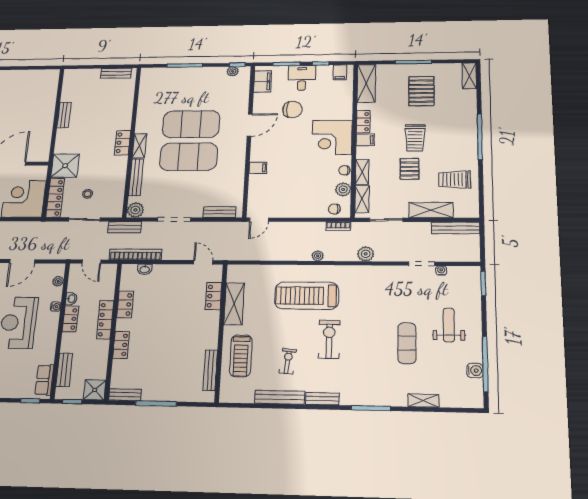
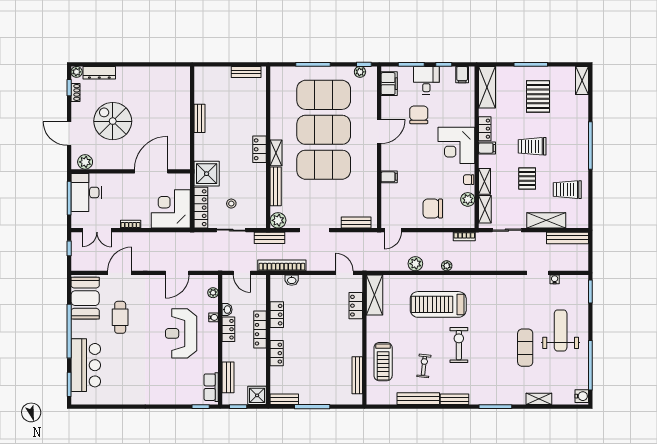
exercise mat: (194, 92) -> (324, 95), added
chair: (292, 109) -> (419, 115), turned -90
trolley: (415, 138) -> (532, 146), turned 89
chair: (334, 209) -> (433, 209), moved, width x1.87, depth x1.87
plant: (366, 254) -> (415, 264), moved
shelving: (234, 304) -> (375, 295), moved
weight bench: (449, 325) -> (561, 330), width x1.36, depth x1.33
water cooler: (475, 371) -> (582, 396), moved

